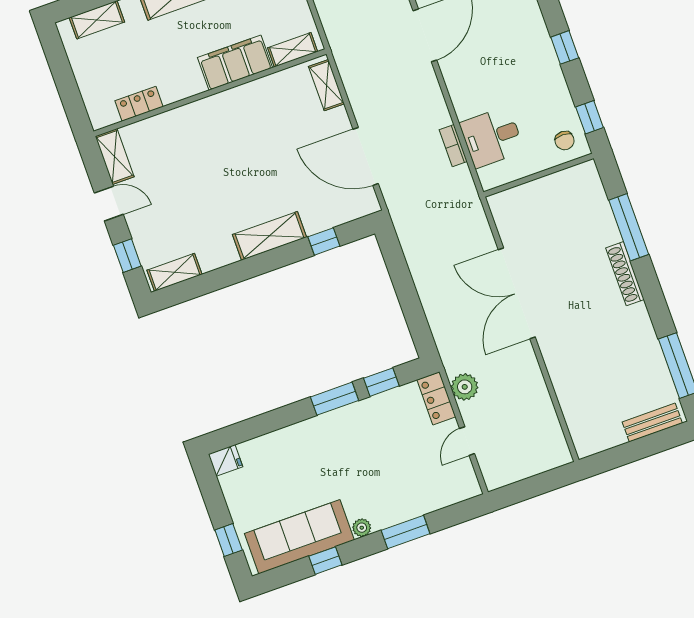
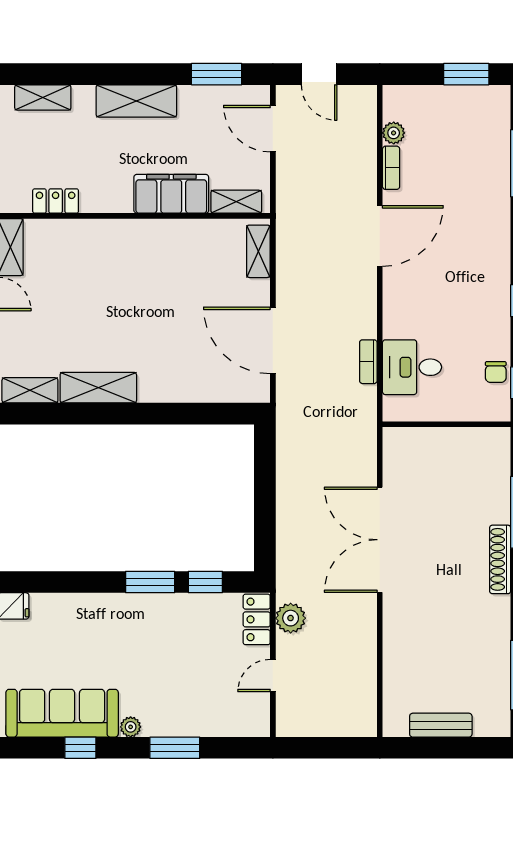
chair: (565, 141) -> (496, 372), moved
shelving: (270, 236) -> (98, 388), moved
window: (324, 241) -> (198, 414), removed
bench: (652, 423) -> (441, 725), moved

